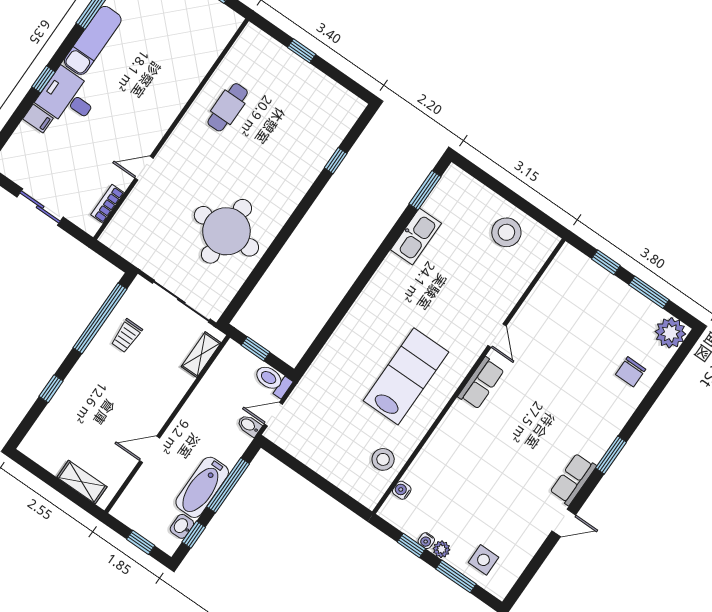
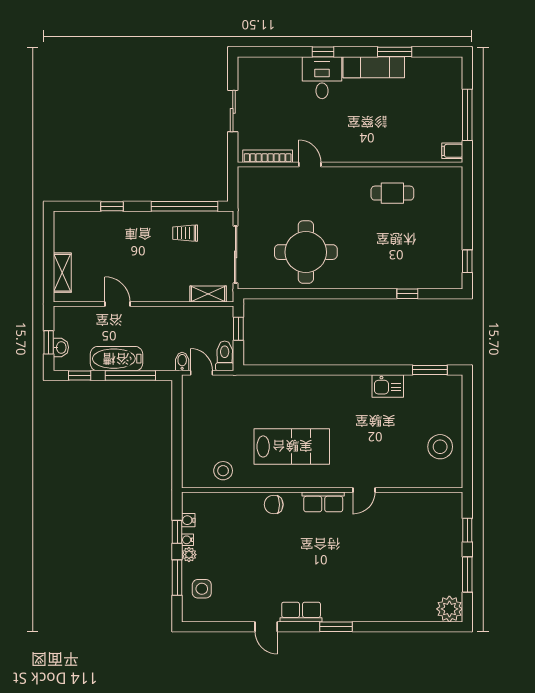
window: (302, 51) -> (467, 261), moved
filing cabinet: (38, 119) -> (452, 151), moved, turned 90
bookcase: (108, 204) -> (268, 156), width x1.56
kitchen sink: (416, 236) -> (388, 386), width x0.73
chair: (631, 372) -> (274, 505), moved
water cooler: (402, 490) -> (188, 520), moved, turned -90
washbasin: (182, 526) -> (61, 347), moved, turned 90

